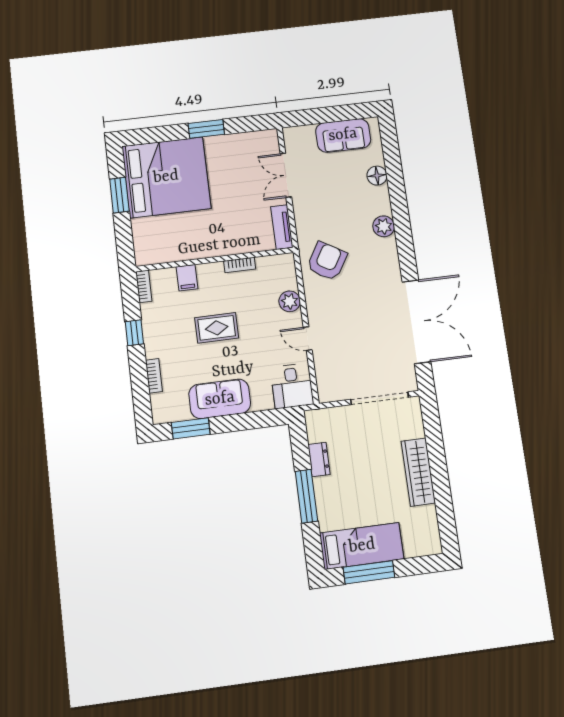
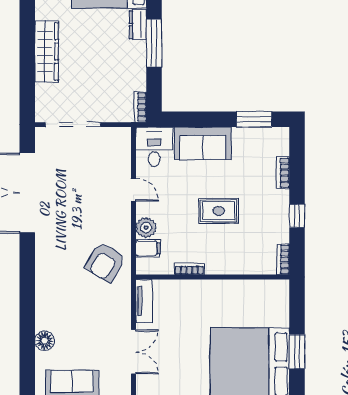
plant: (384, 226) -> (45, 290), removed
filing cabinet: (187, 278) -> (148, 248), moved, turned 90
sofa: (220, 399) -> (203, 143), moved
bookcase: (312, 426) -> (140, 107), added
dresser: (319, 459) -> (138, 25), moved

